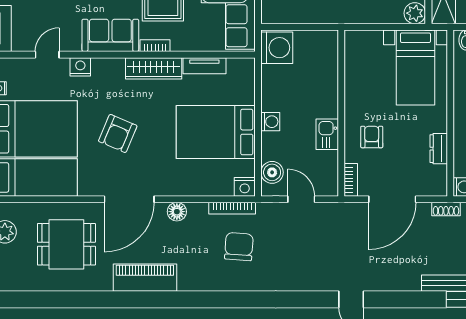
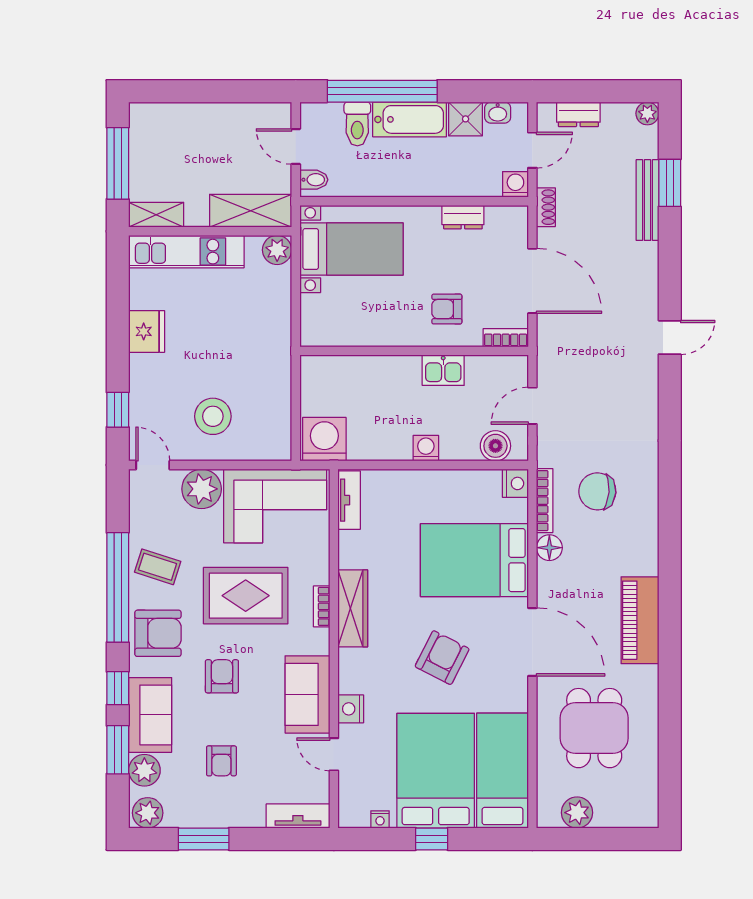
sofa: (110, 35) -> (307, 694), moved
tv unit: (204, 66) -> (349, 500), moved
bed: (216, 132) -> (474, 560), moved, turned 90
armchair: (118, 133) -> (442, 658), turned -86
floor lamp: (177, 212) -> (549, 548), moved

